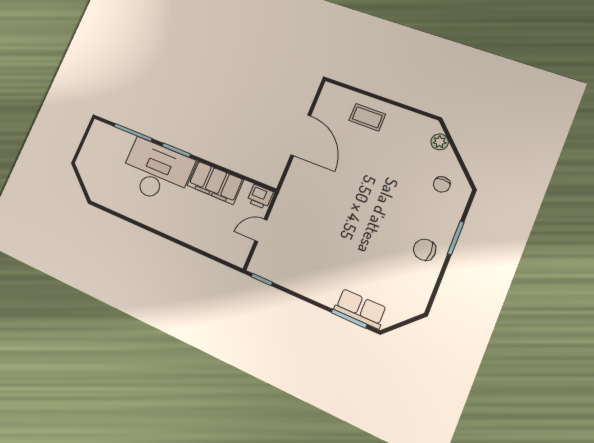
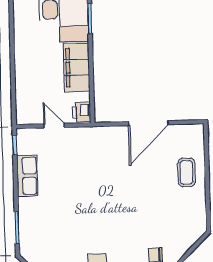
plant: (440, 142) -> (189, 239), removed
row of seats: (360, 309) -> (27, 176), moved

